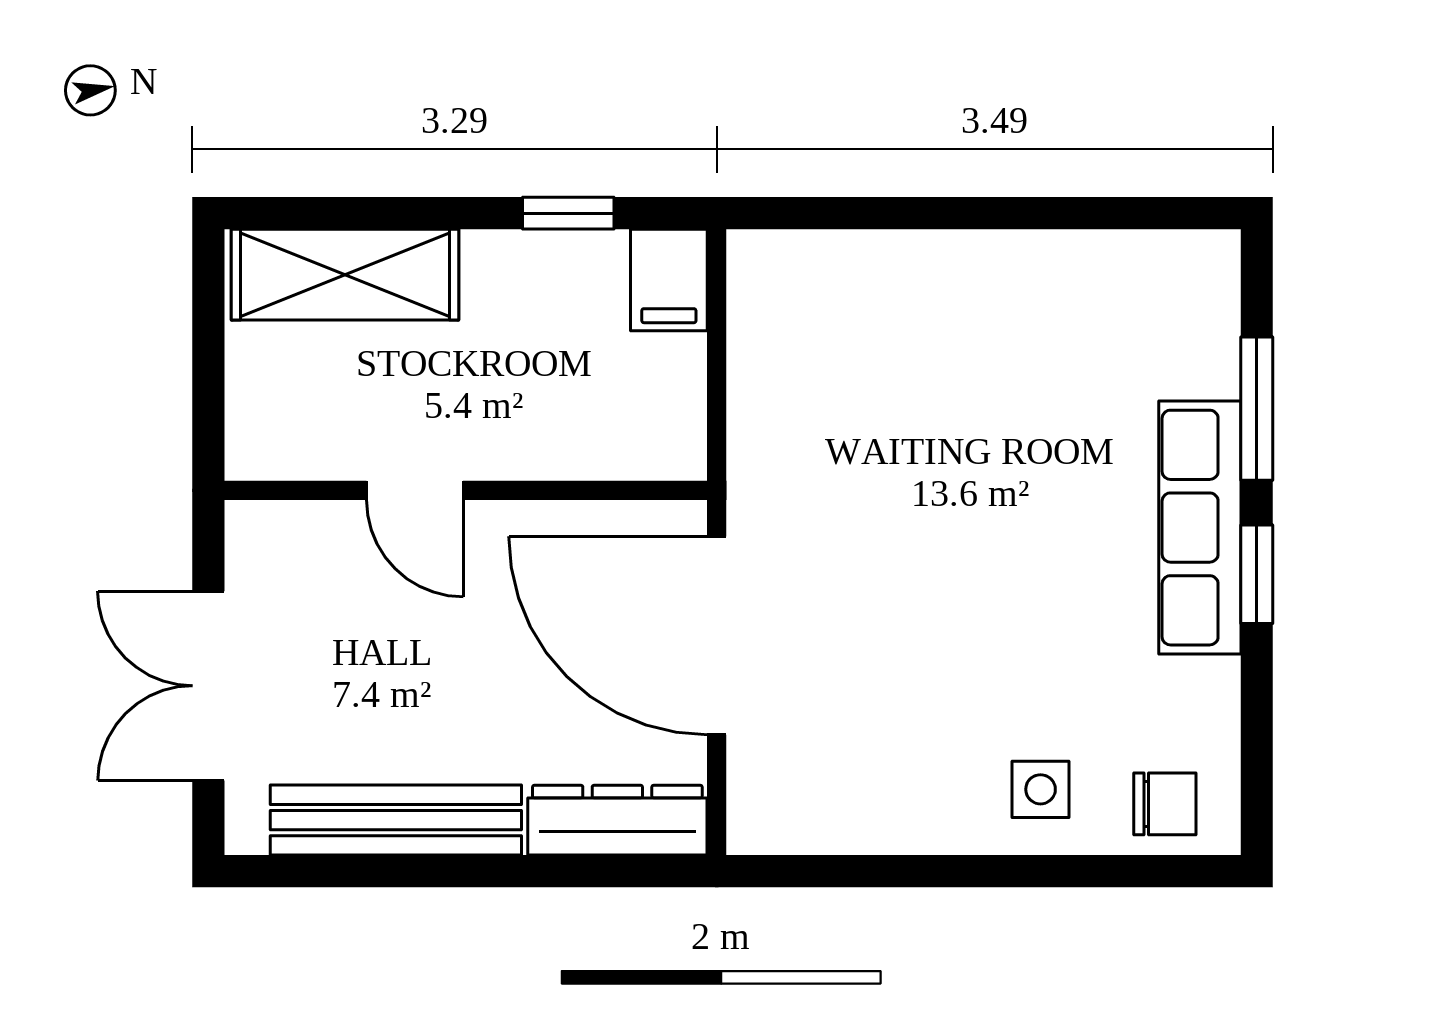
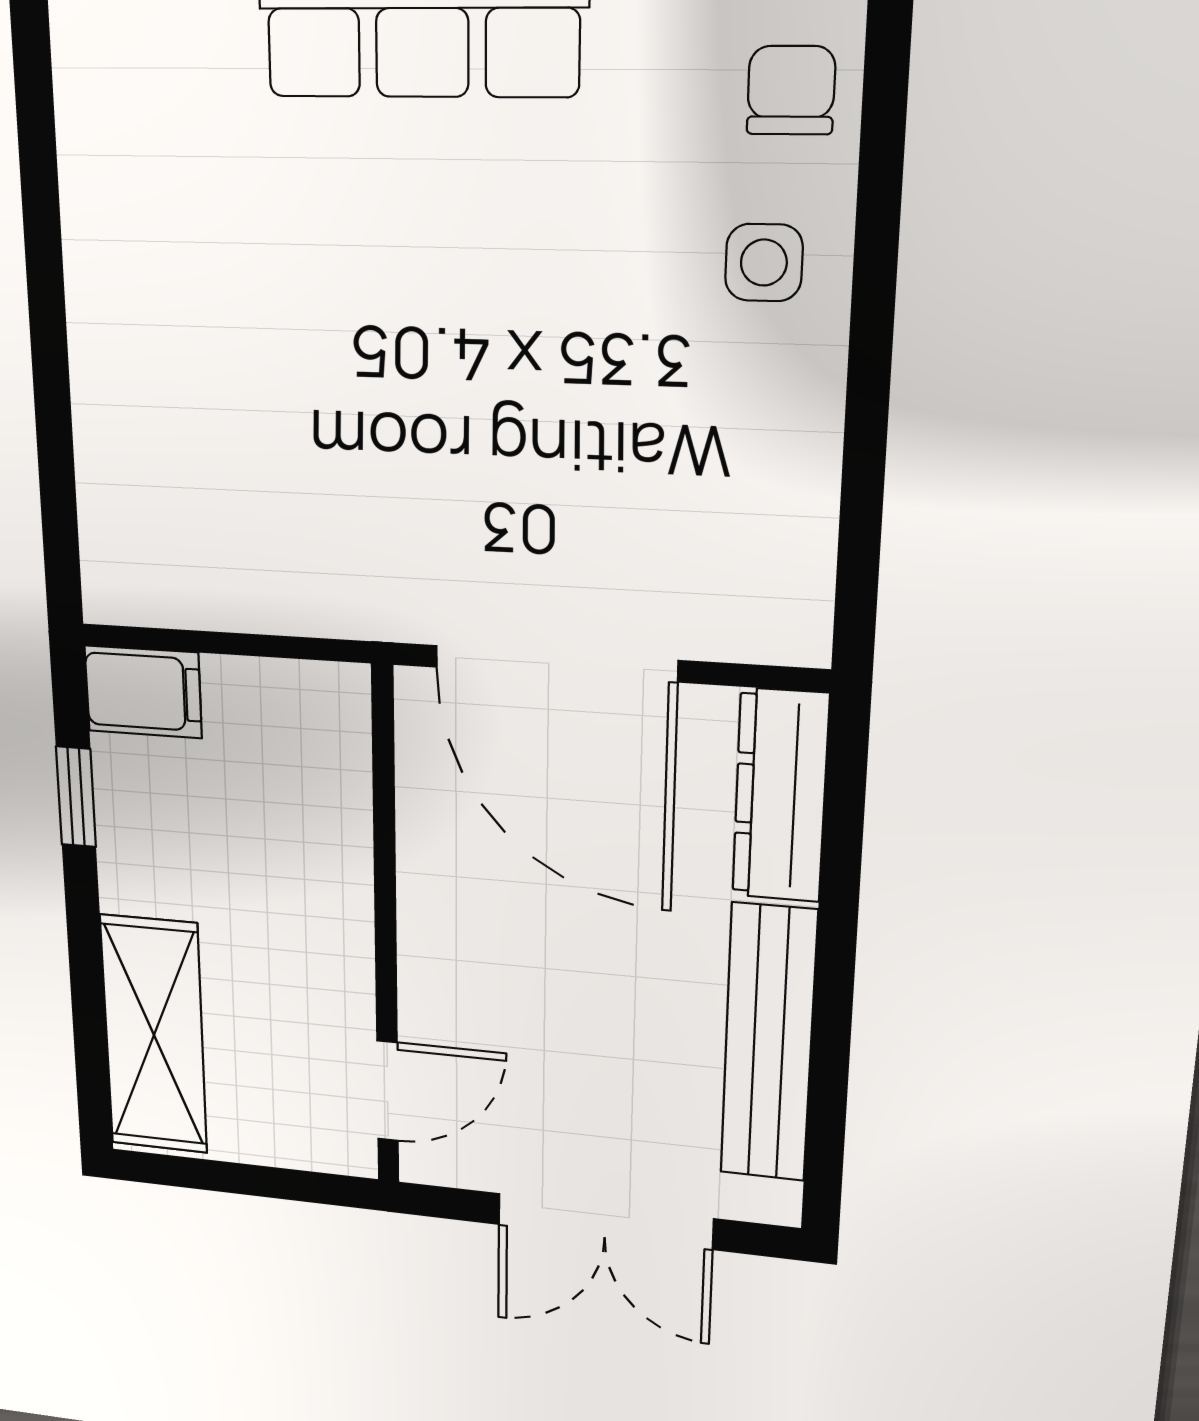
door: (415, 490) -> (388, 1091), moved
door: (717, 636) -> (556, 664), hinge flipped

